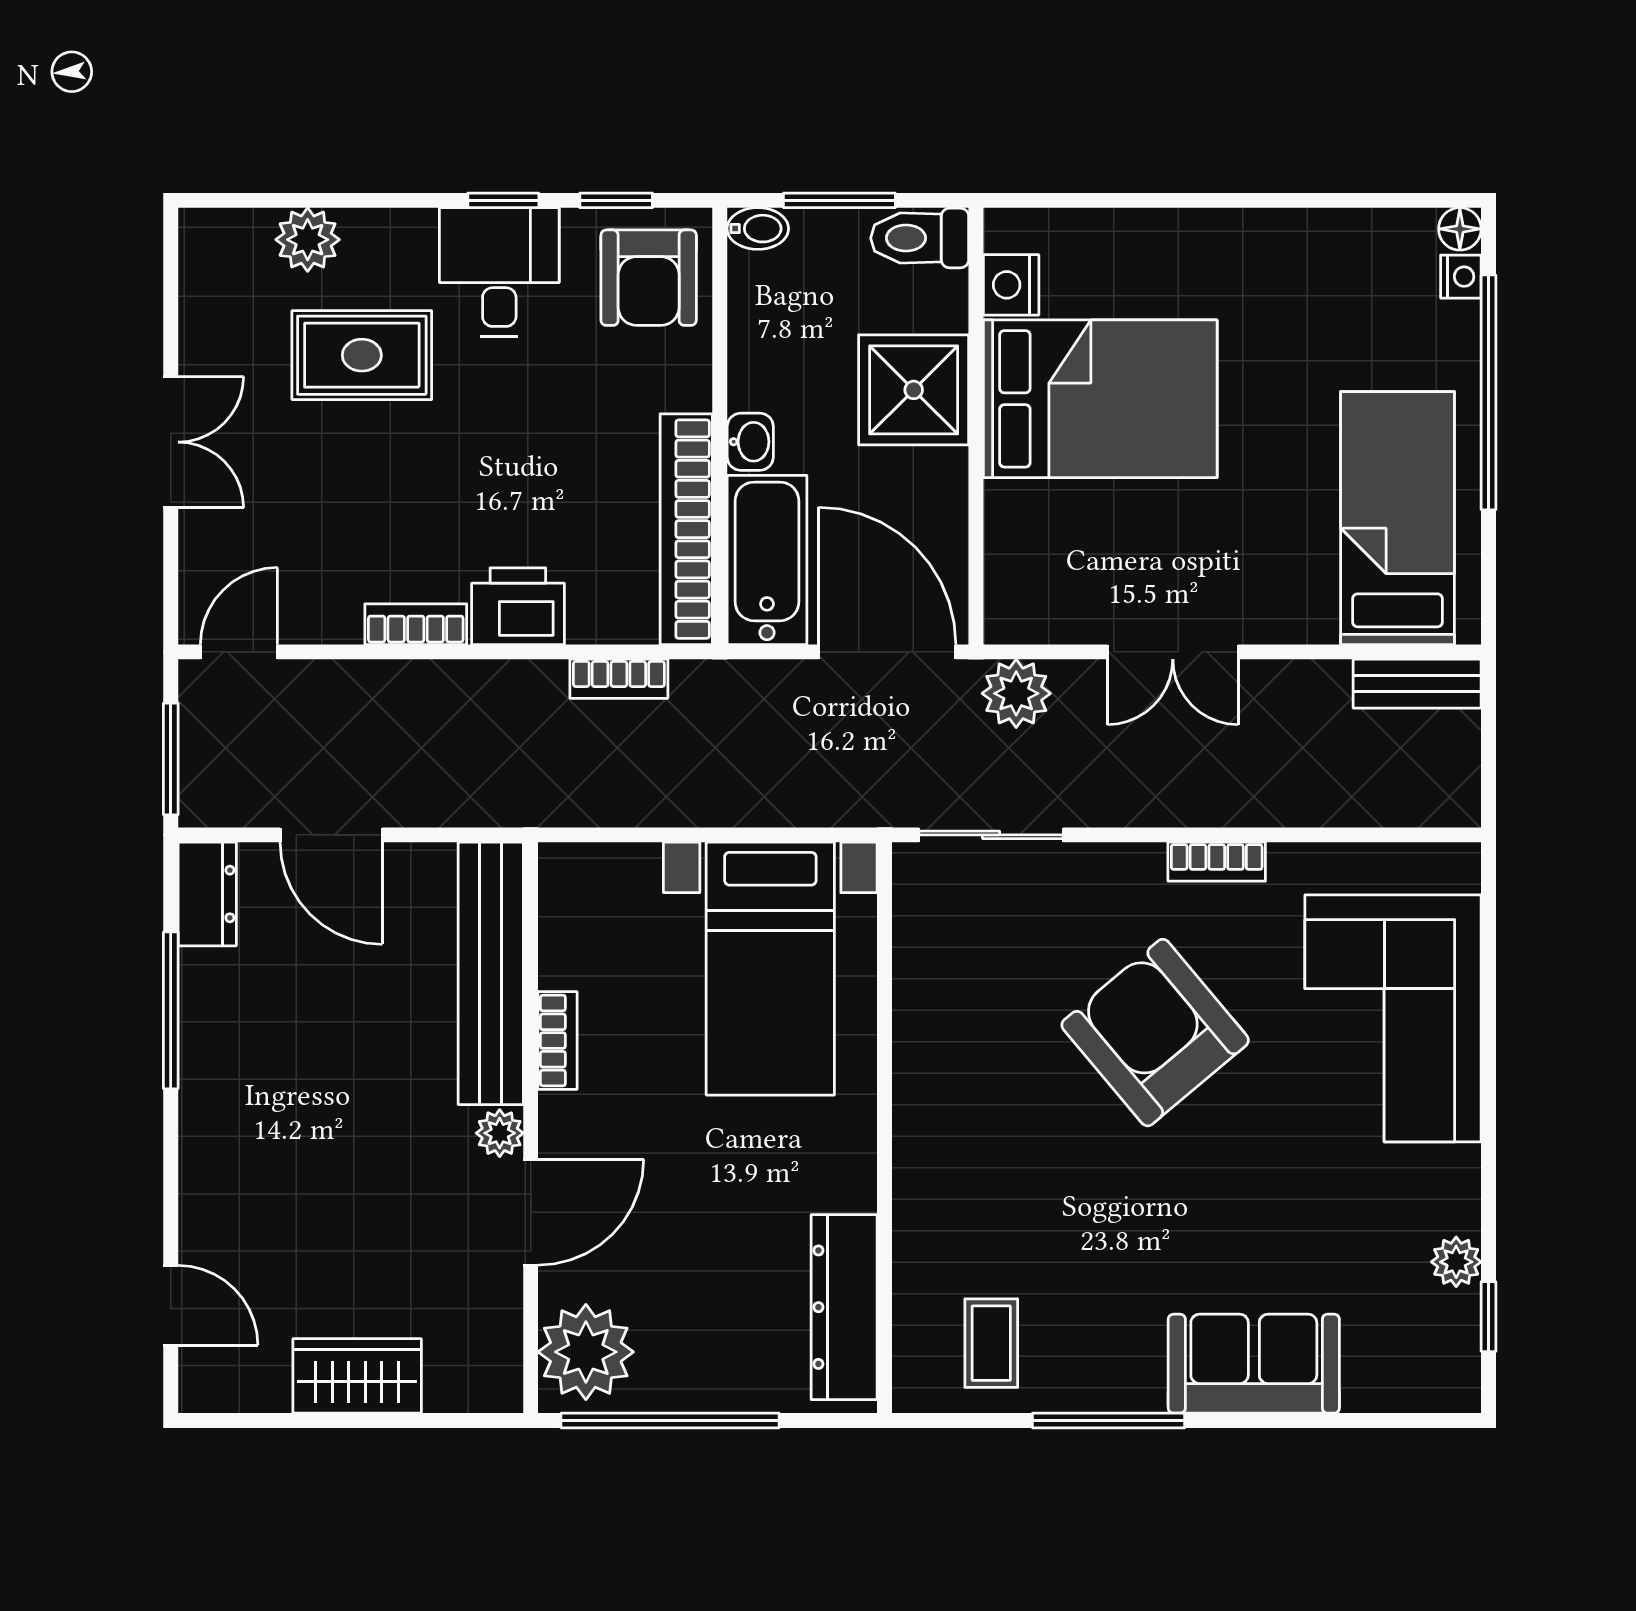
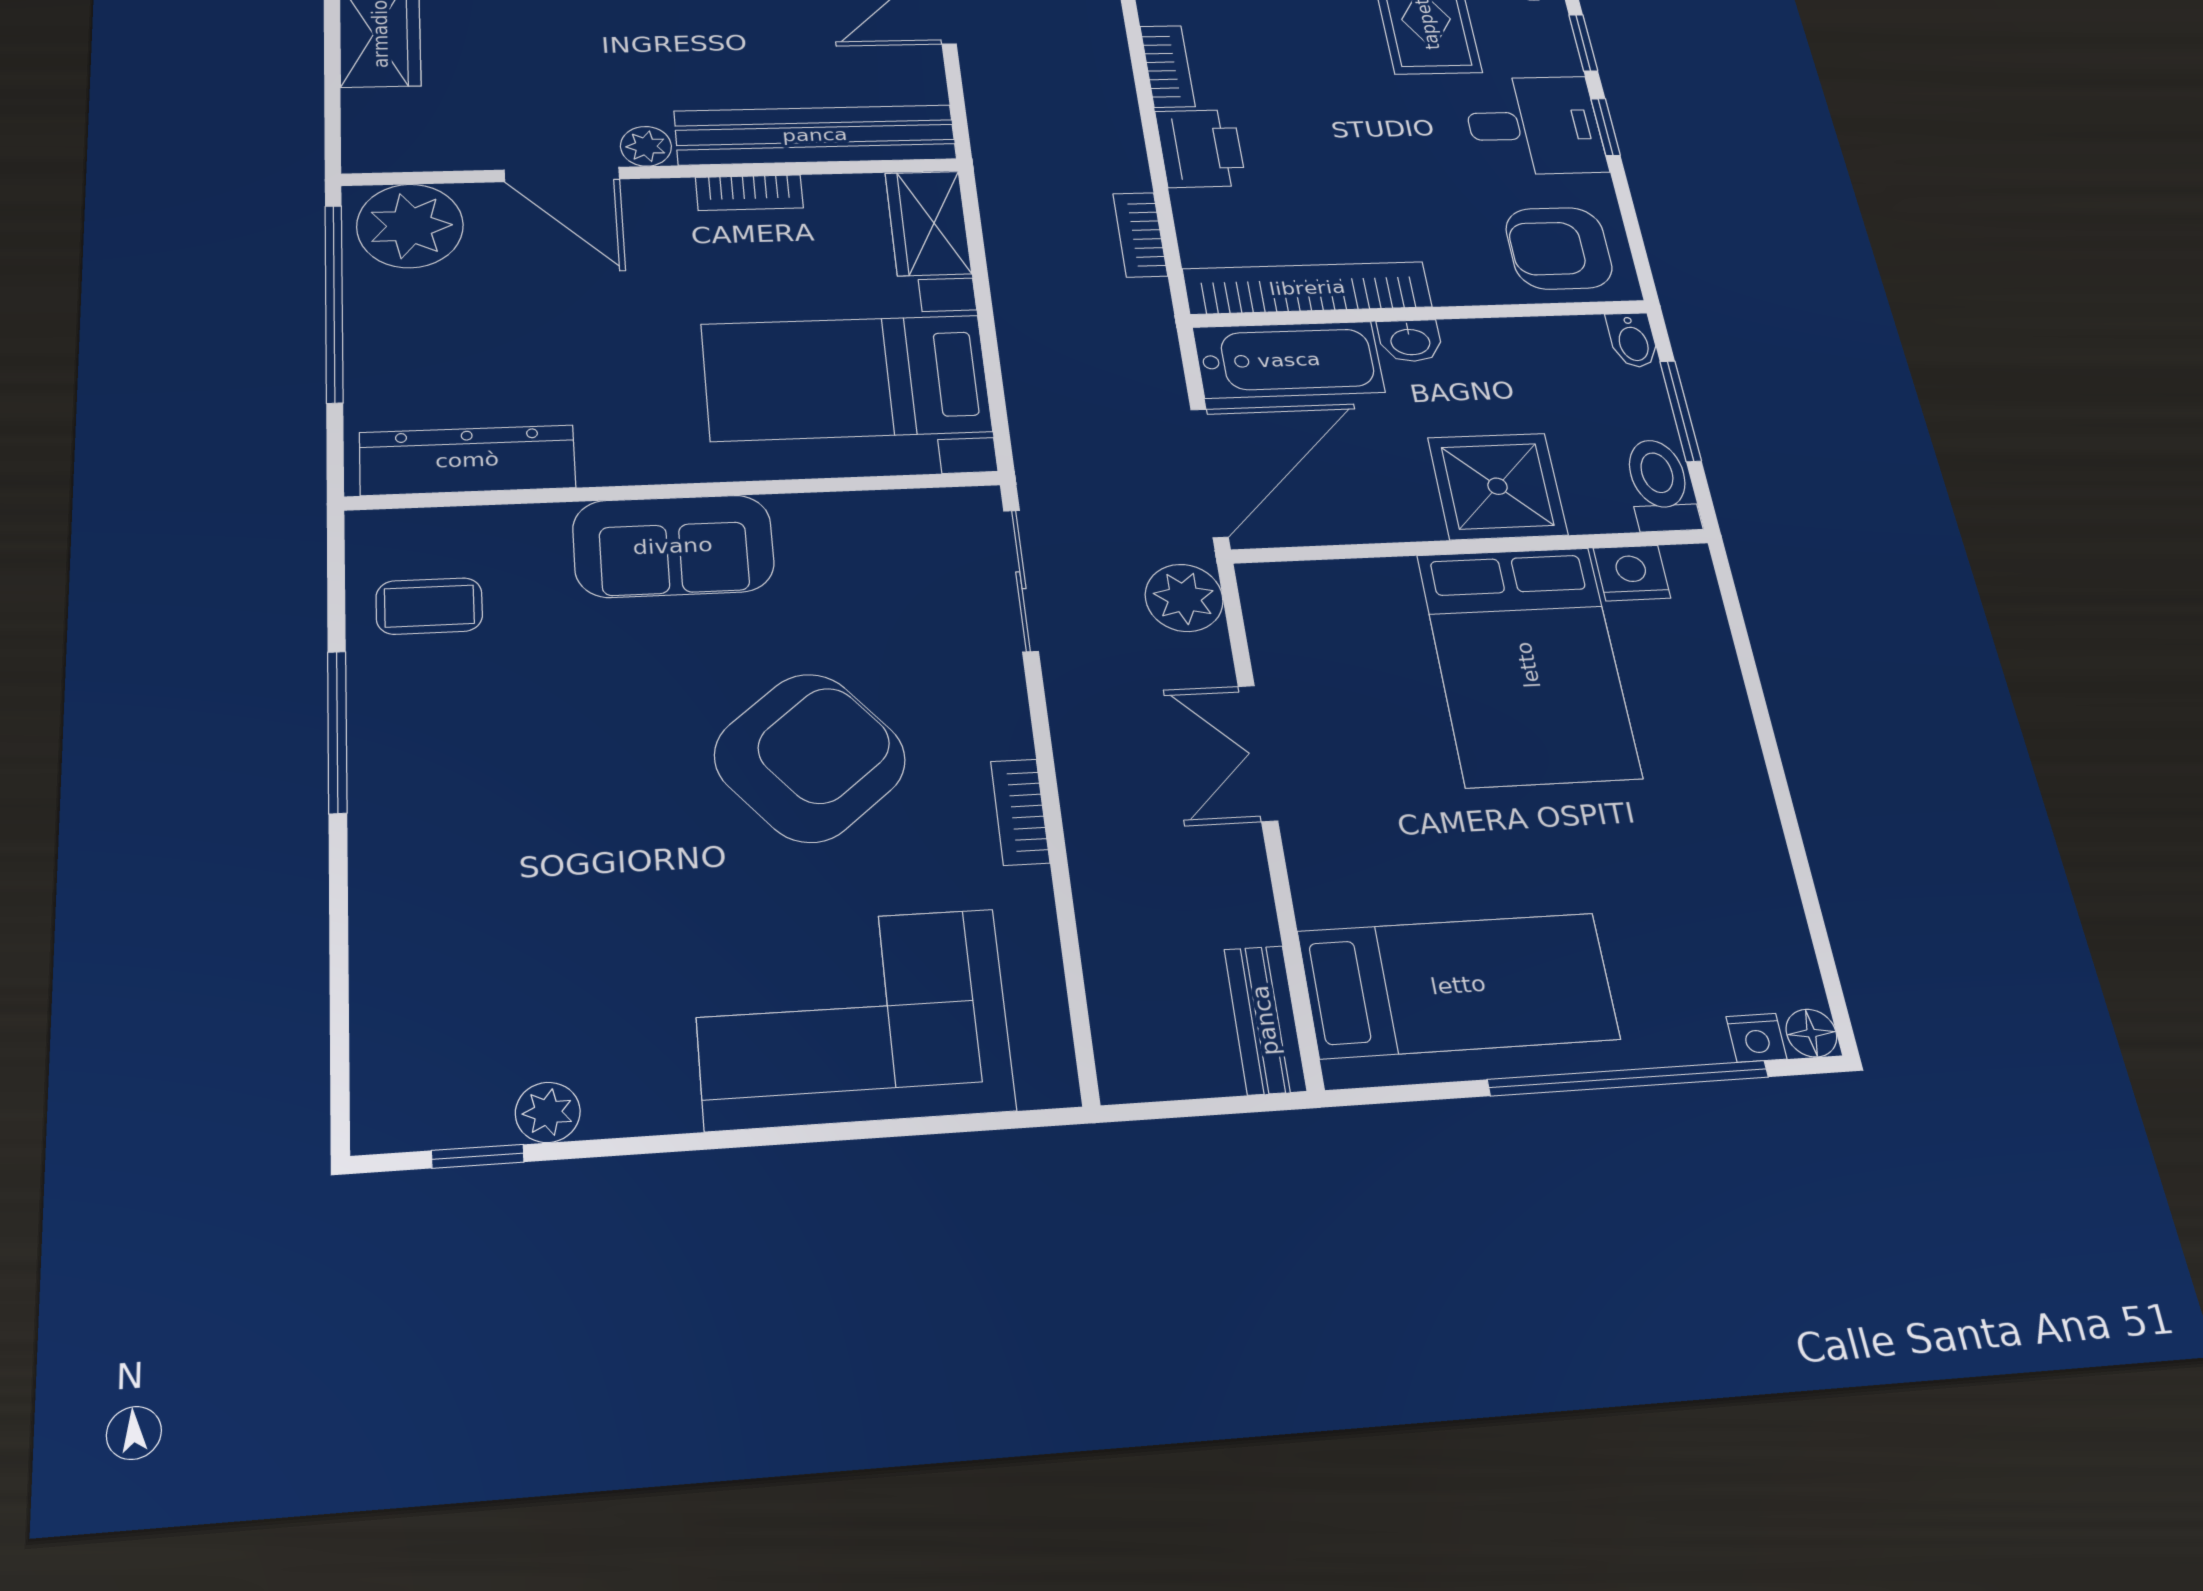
window: (616, 200) -> (1583, 43), moved
wardrobe: (599, 877) -> (928, 223), added
sofa: (1254, 1364) -> (673, 546), moved, turned 90

